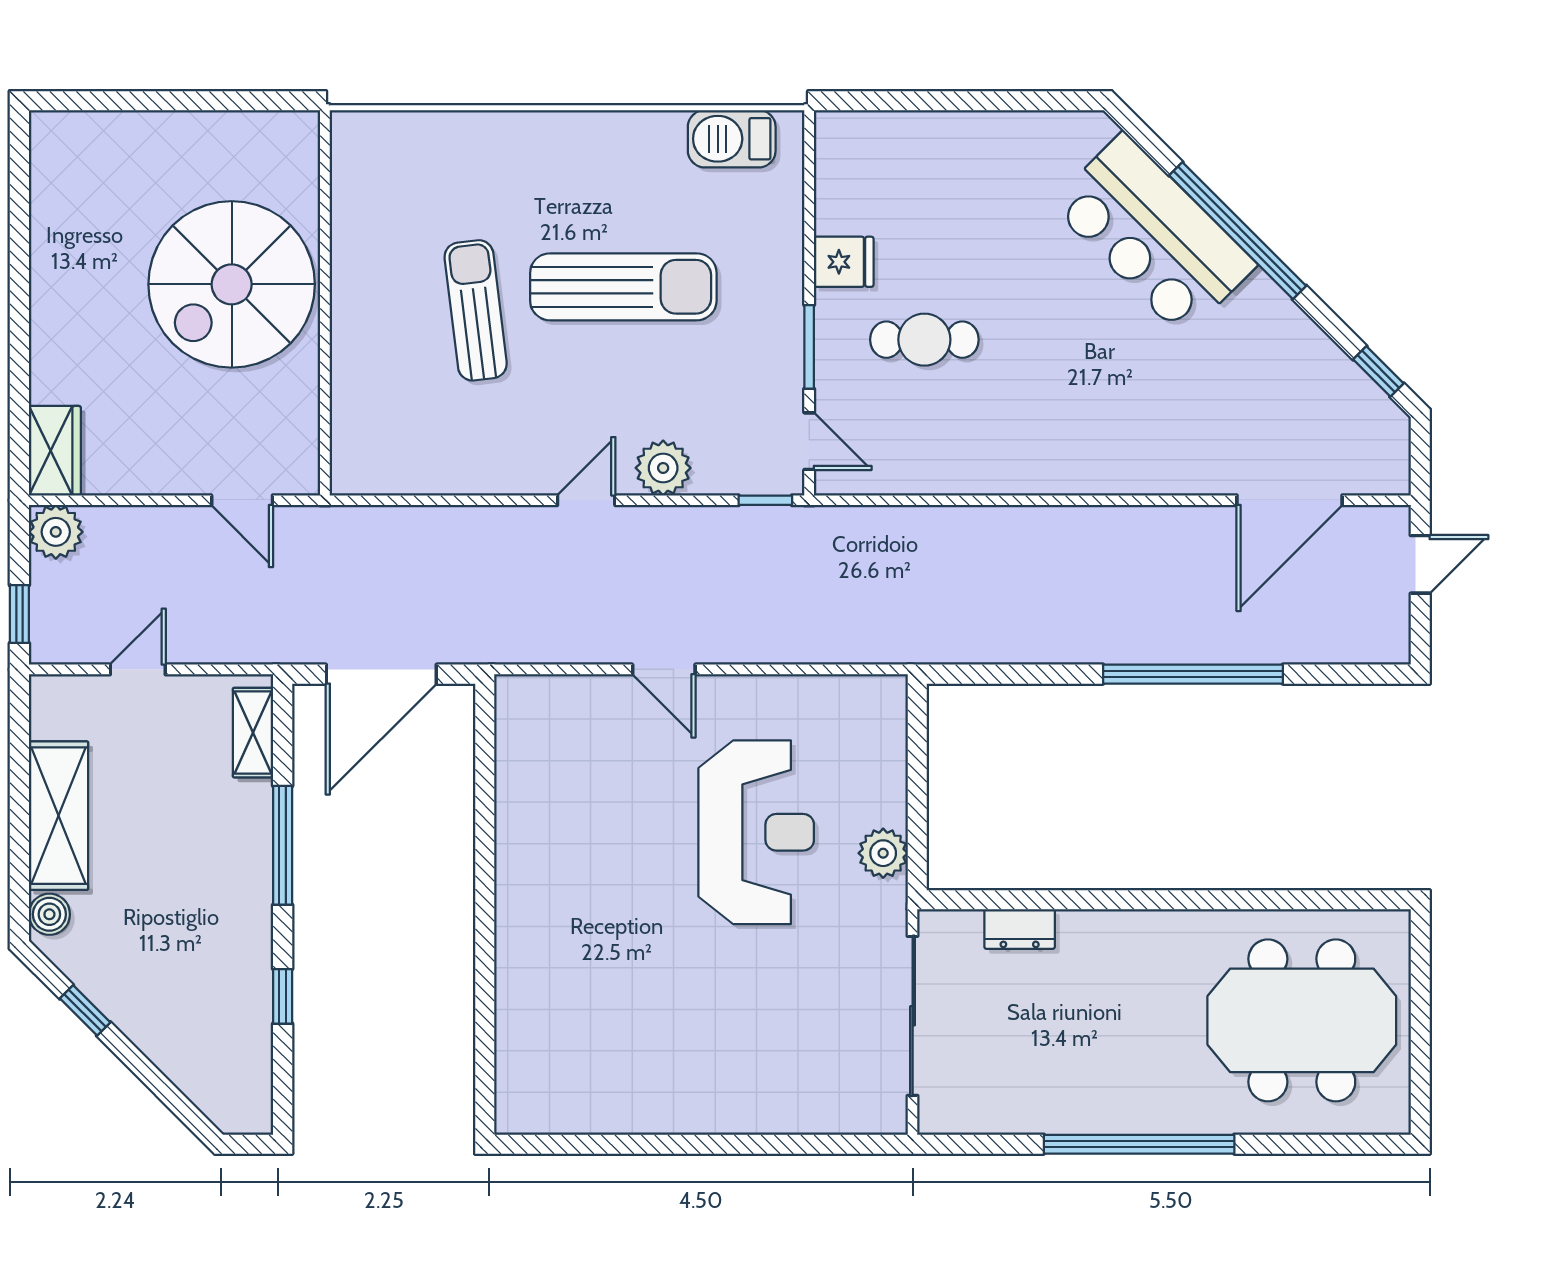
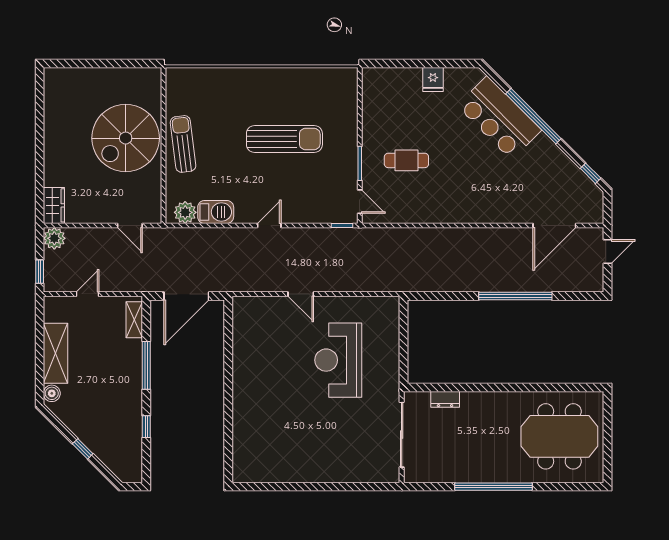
barbecue: (732, 139) -> (216, 212), moved, turned 180
fridge: (844, 262) -> (433, 79), moved, turned 90
sun lounger: (476, 310) -> (183, 144), moved
plant: (663, 468) -> (185, 212), moved
reception desk: (756, 832) -> (338, 360), turned 180
plant: (883, 853) -> (390, 369), removed
window: (85, 1010) -> (83, 449), moved

